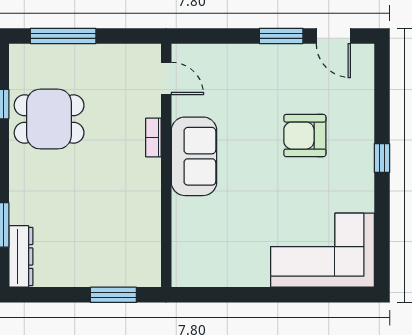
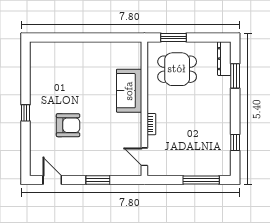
window: (281, 36) -> (98, 180), moved
dining table: (49, 119) -> (177, 69), moved
sofa: (194, 156) -> (129, 91), moved
corner sofa: (322, 250) -> (58, 62), removed

